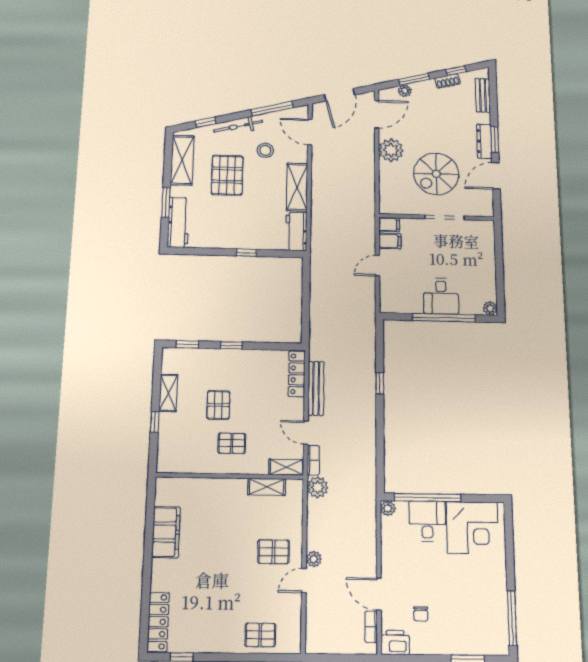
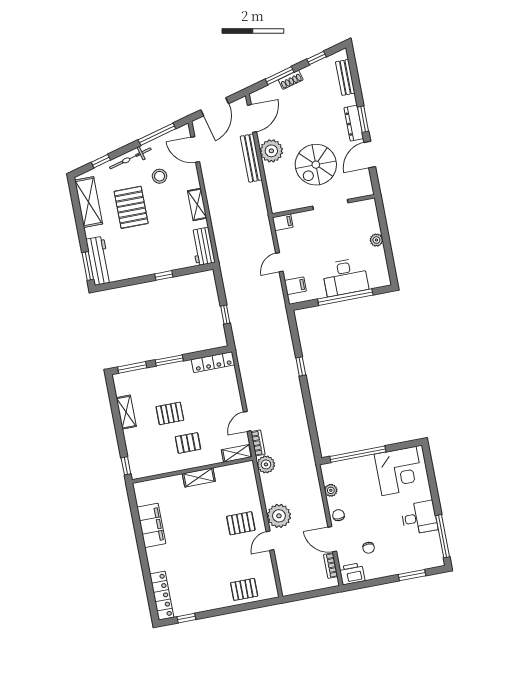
shoe rack: (447, 81) -> (291, 80), moved
plant: (405, 91) -> (273, 89), removed
shelving: (297, 187) -> (197, 204), width x0.67, depth x0.75
window: (166, 202) -> (88, 266), moved
filing cabinet: (390, 241) -> (295, 286), moved
desk: (441, 296) -> (345, 277), width x1.37
plant: (490, 308) -> (376, 240), moved
window: (306, 309) -> (225, 315), added
window: (187, 344) -> (132, 367), width x1.50
window: (231, 345) -> (169, 360), width x1.50
locker: (297, 374) -> (213, 362), moved, turned -90
bench: (316, 388) -> (251, 158), moved
pallet: (218, 405) -> (170, 413), turned 90
window: (155, 422) -> (126, 466), moved
door: (306, 433) -> (247, 421), hinge flipped
shelving: (267, 487) -> (199, 477), moved
plant: (388, 508) -> (331, 490), moved
desk: (427, 521) -> (419, 518), moved, turned 90
plant: (314, 559) -> (279, 516), width x1.88, depth x1.88
chair: (392, 566) -> (338, 515), added

